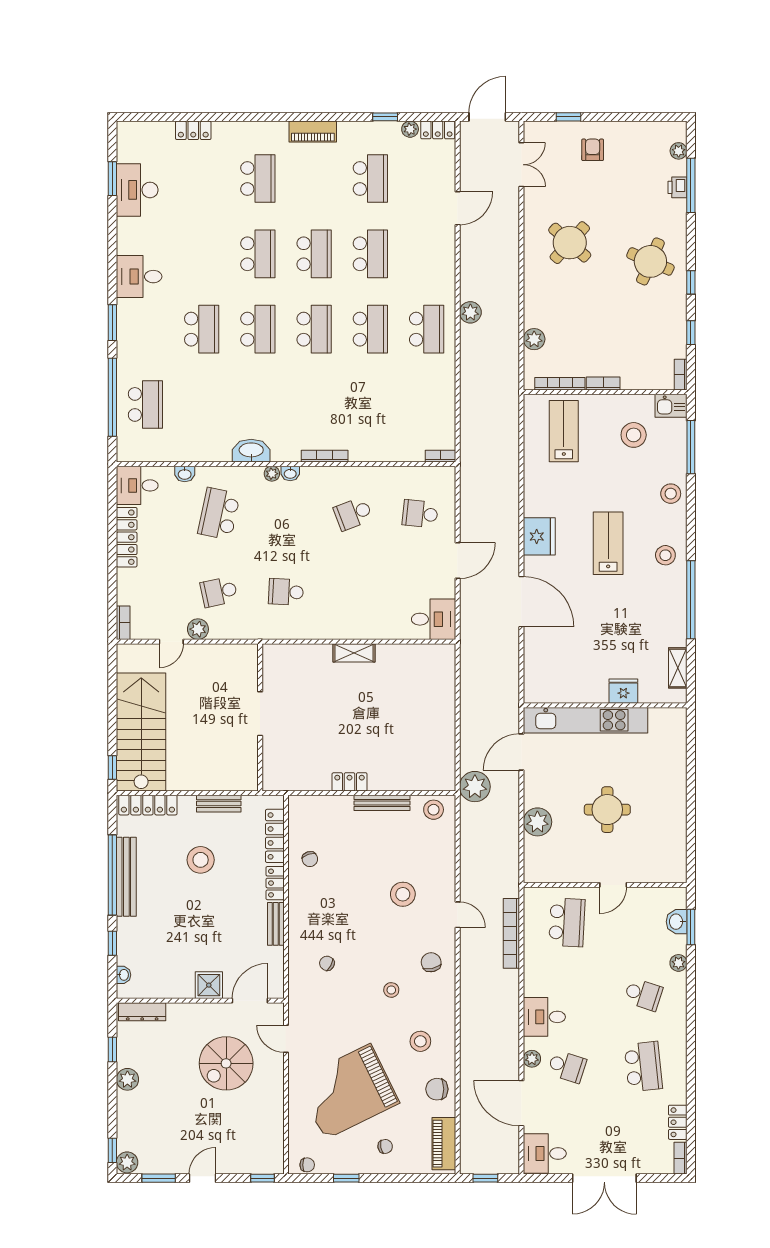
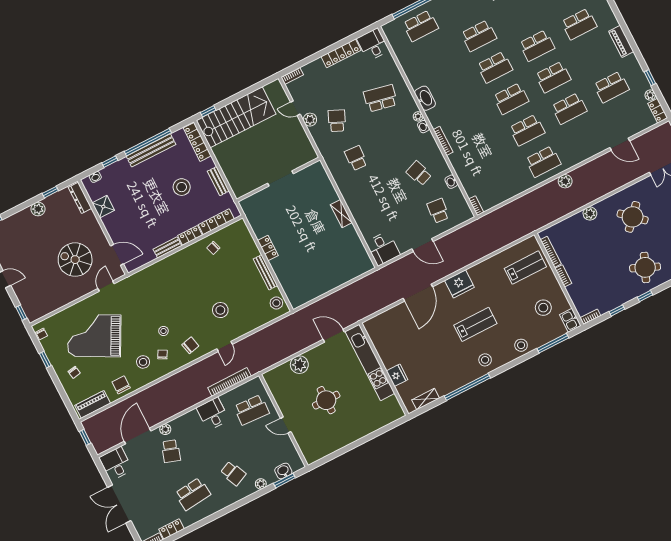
plant: (534, 339) -> (590, 214), moved
washbasin: (185, 474) -> (451, 182), moved
school desk: (219, 592) -> (337, 121), turned 36
plant: (475, 787) -> (301, 319), removed
chair: (327, 963) -> (162, 355), moved
shower: (209, 985) -> (103, 207), moved
school desk: (643, 994) -> (233, 473), turned -42
desk: (544, 1017) -> (213, 414), moved
grand piano: (348, 1091) -> (94, 336), turned -36

